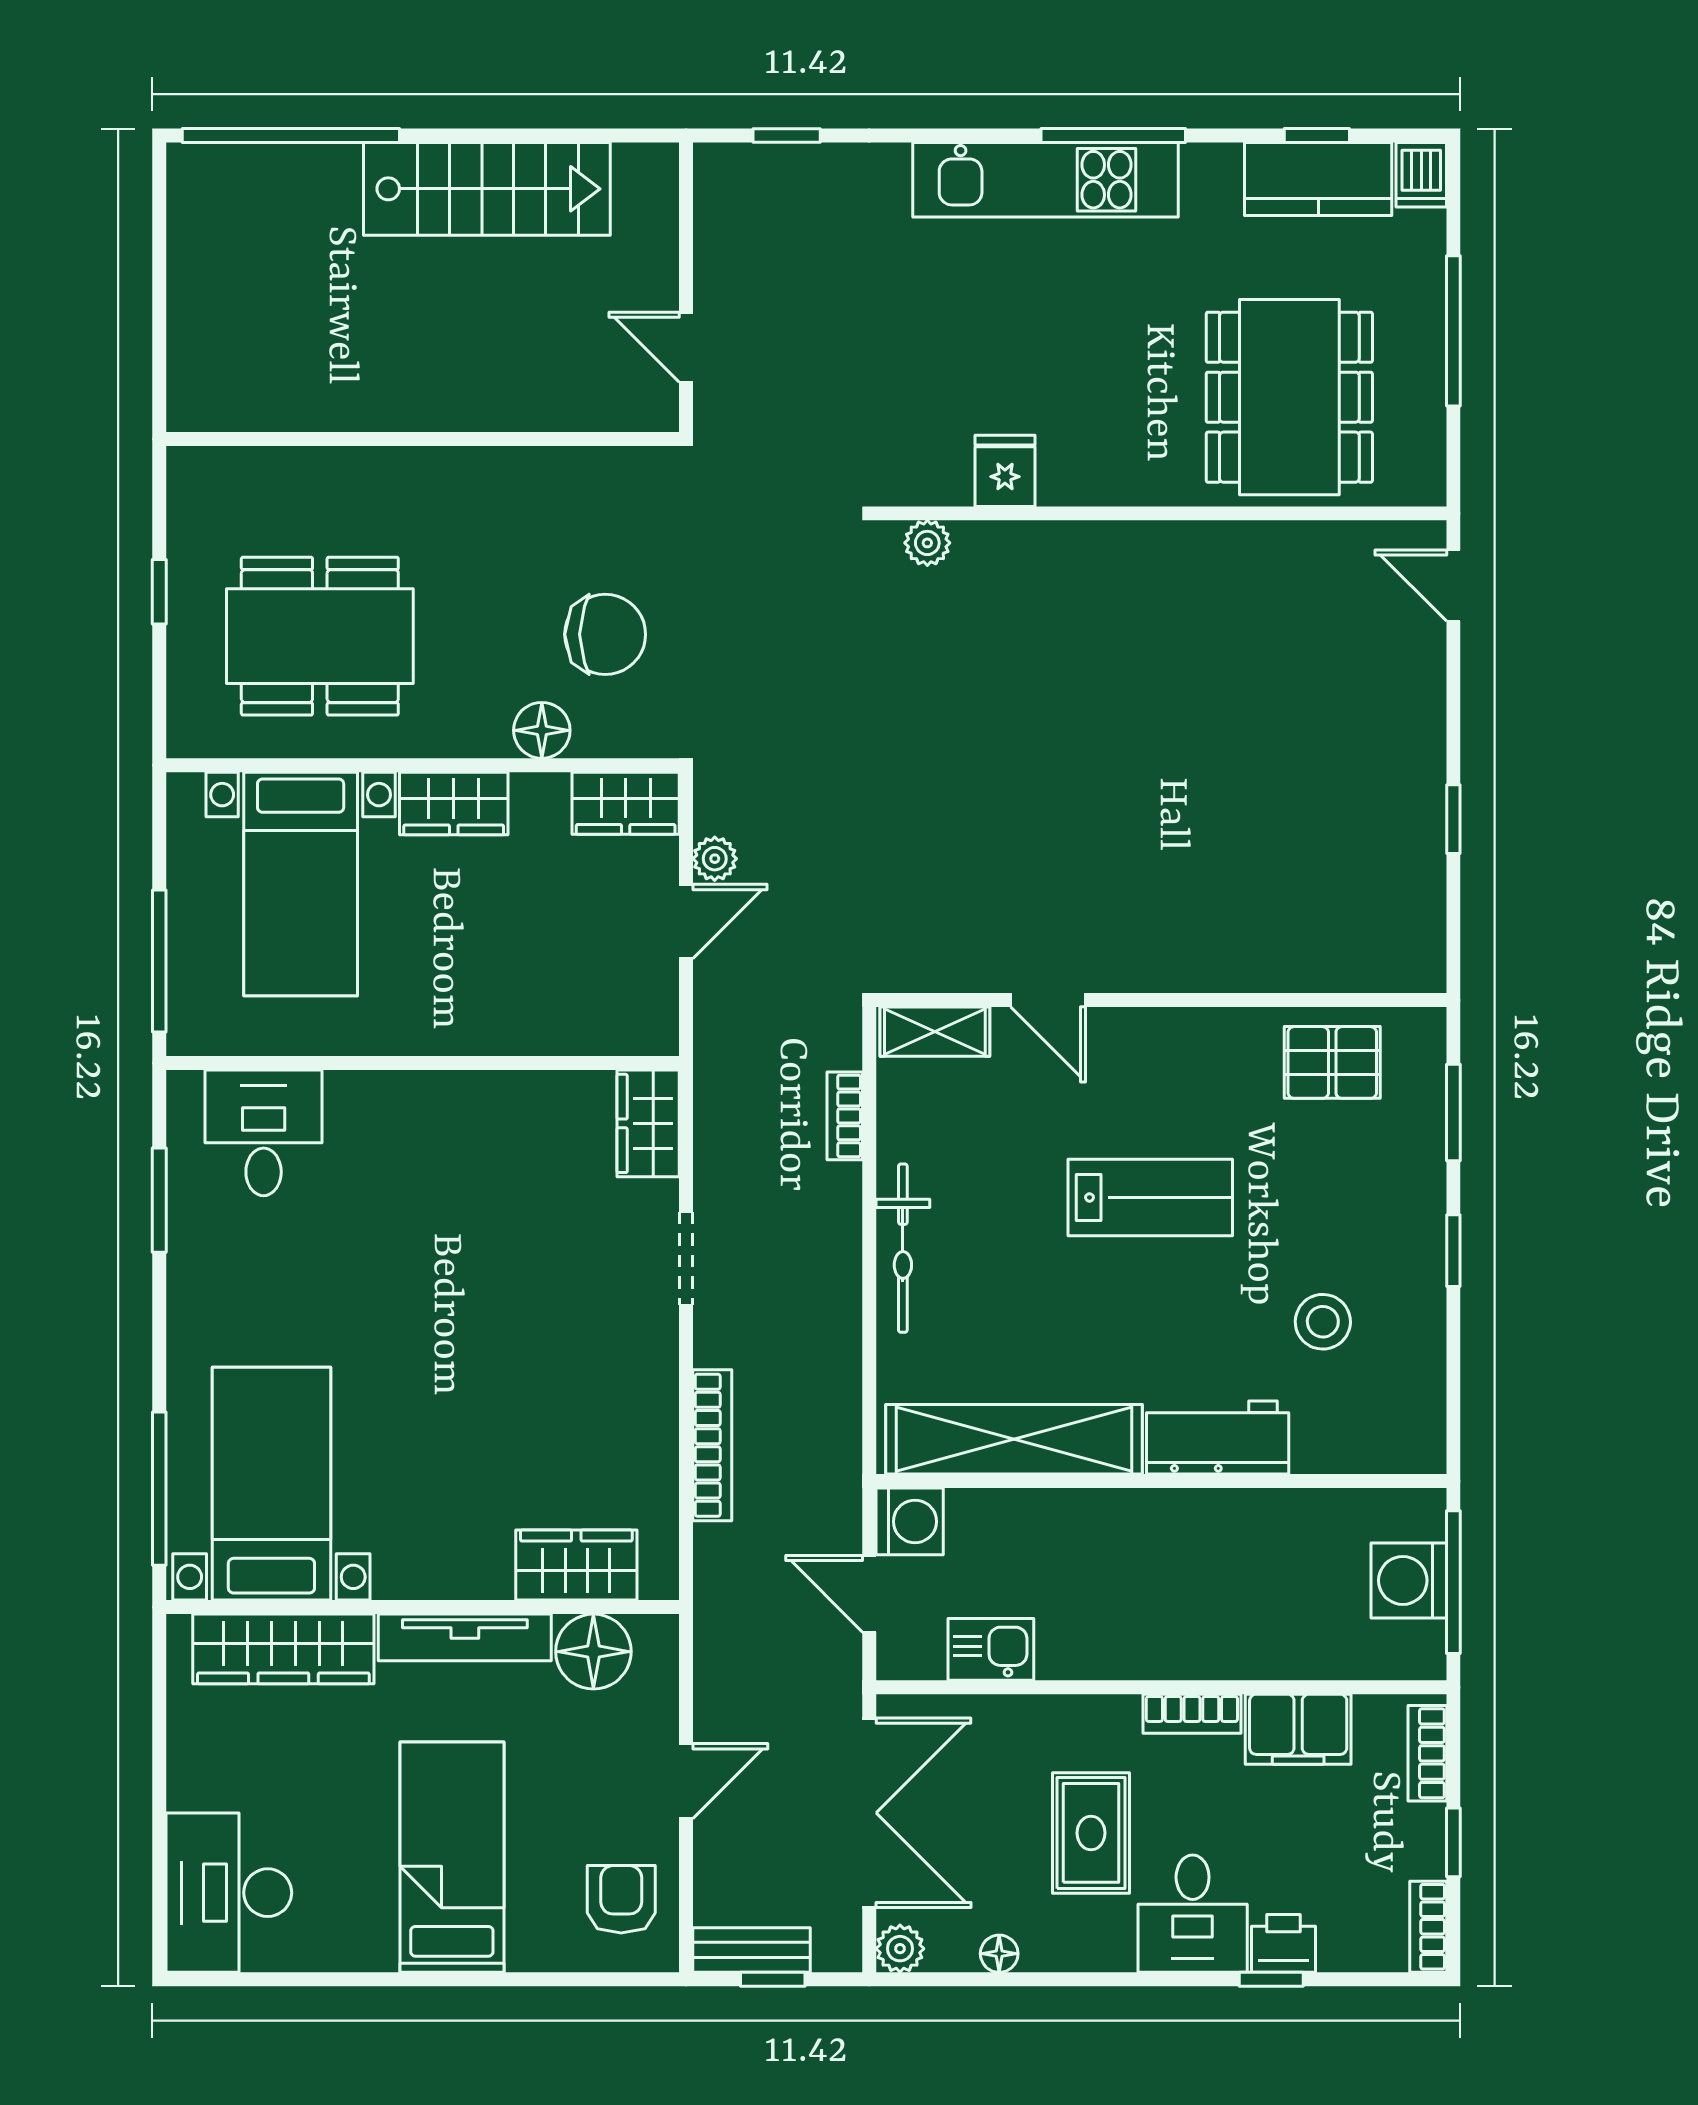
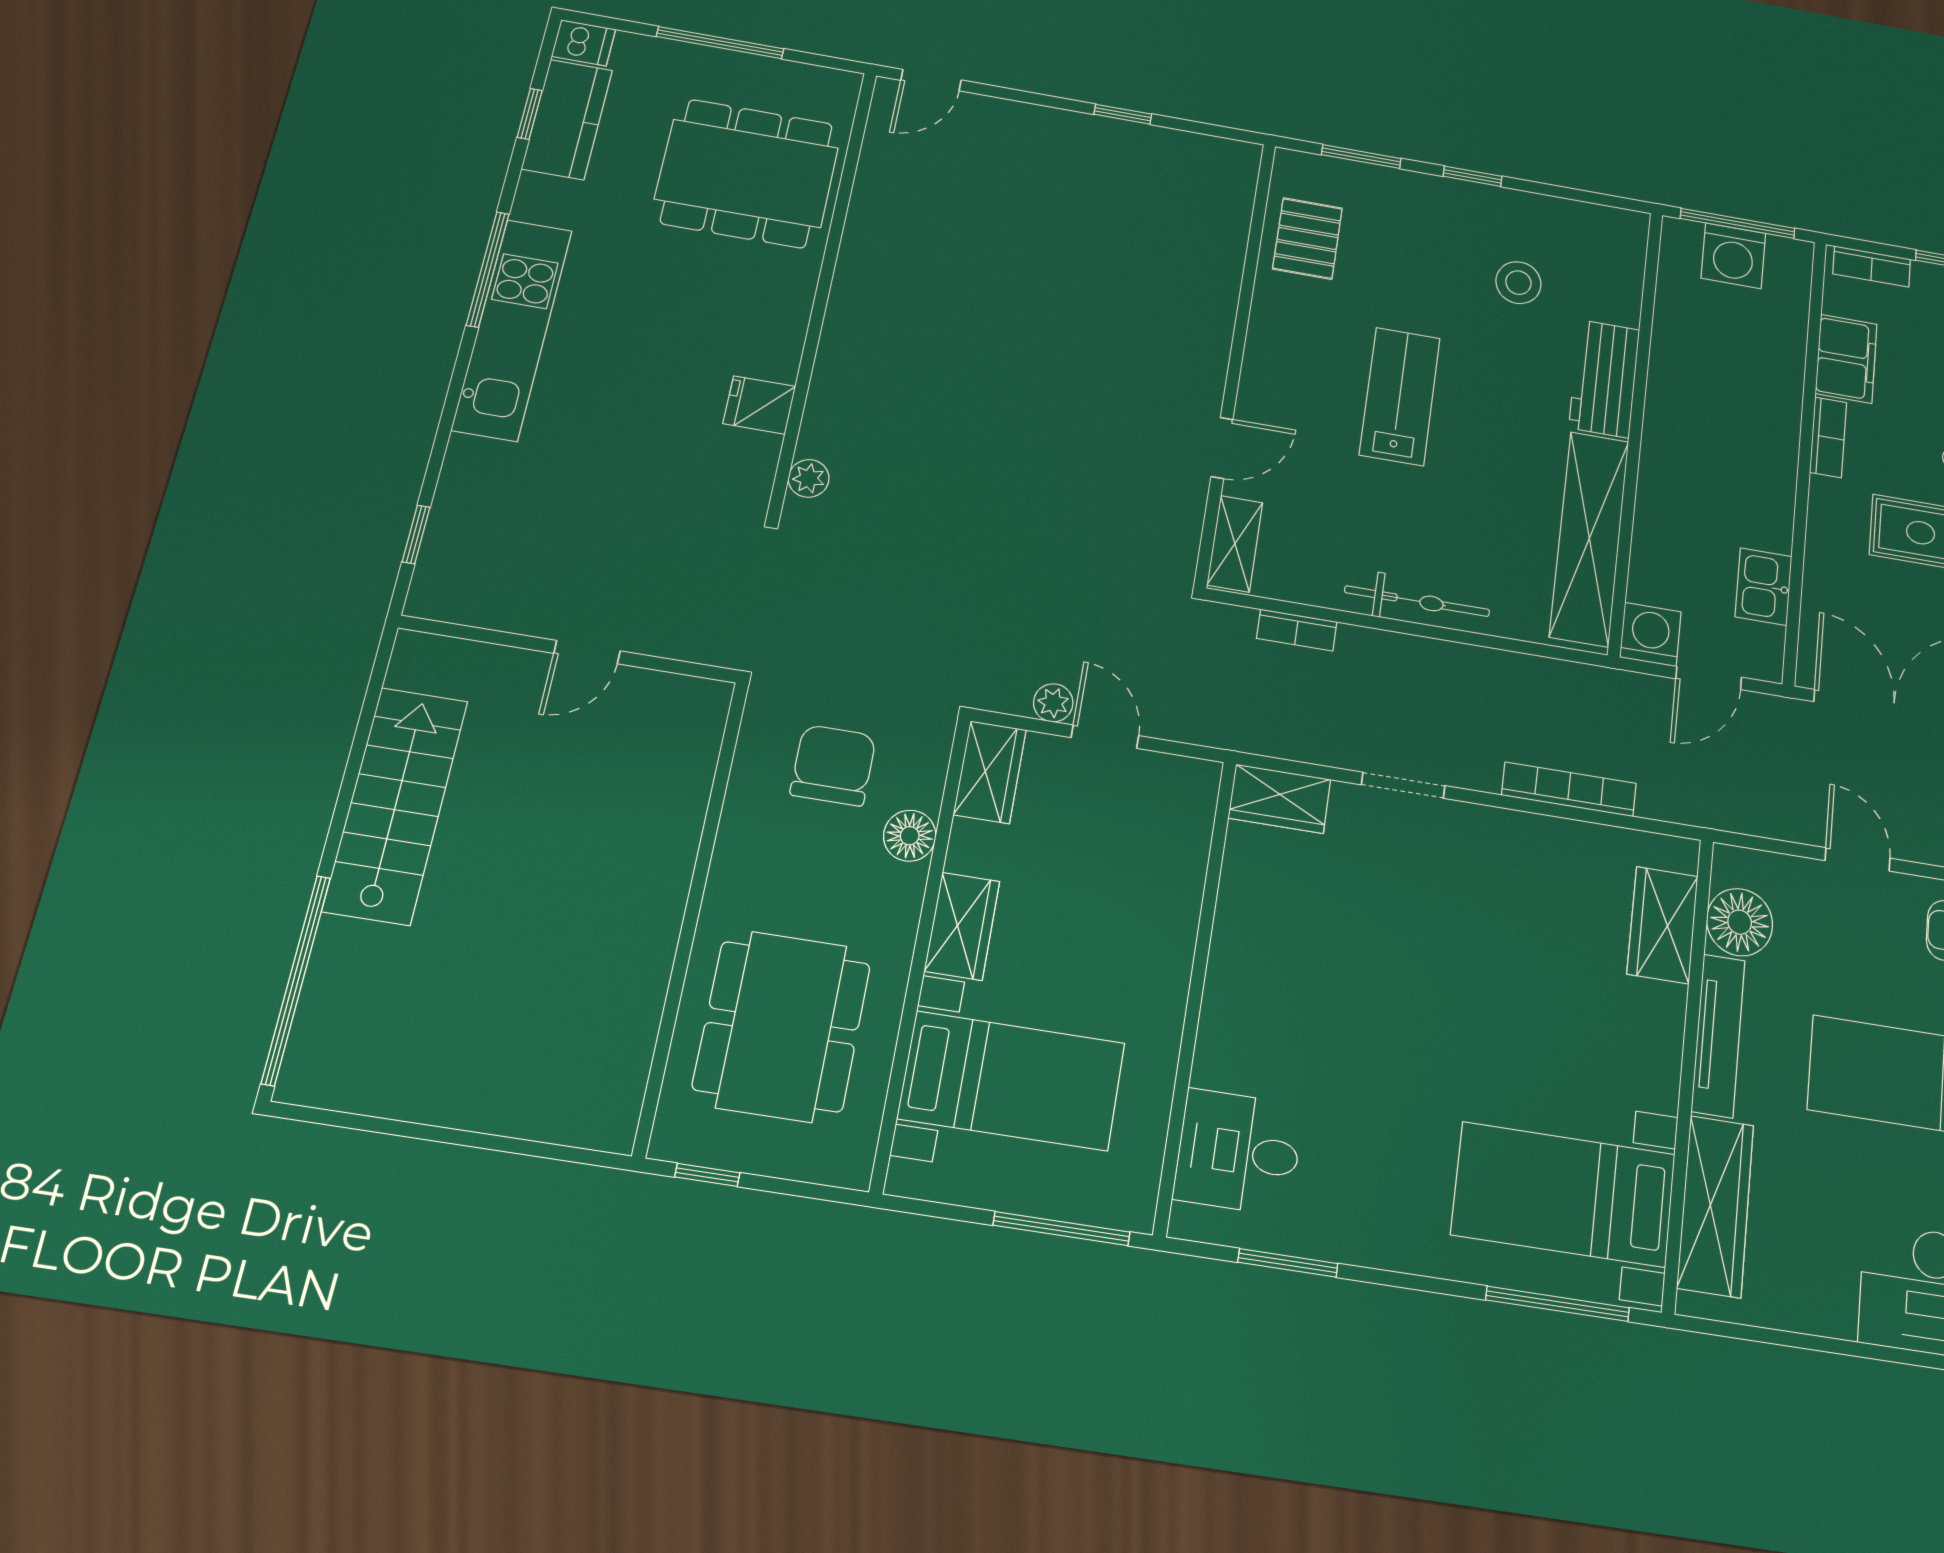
wall: (423, 439) -> (692, 913), moved

